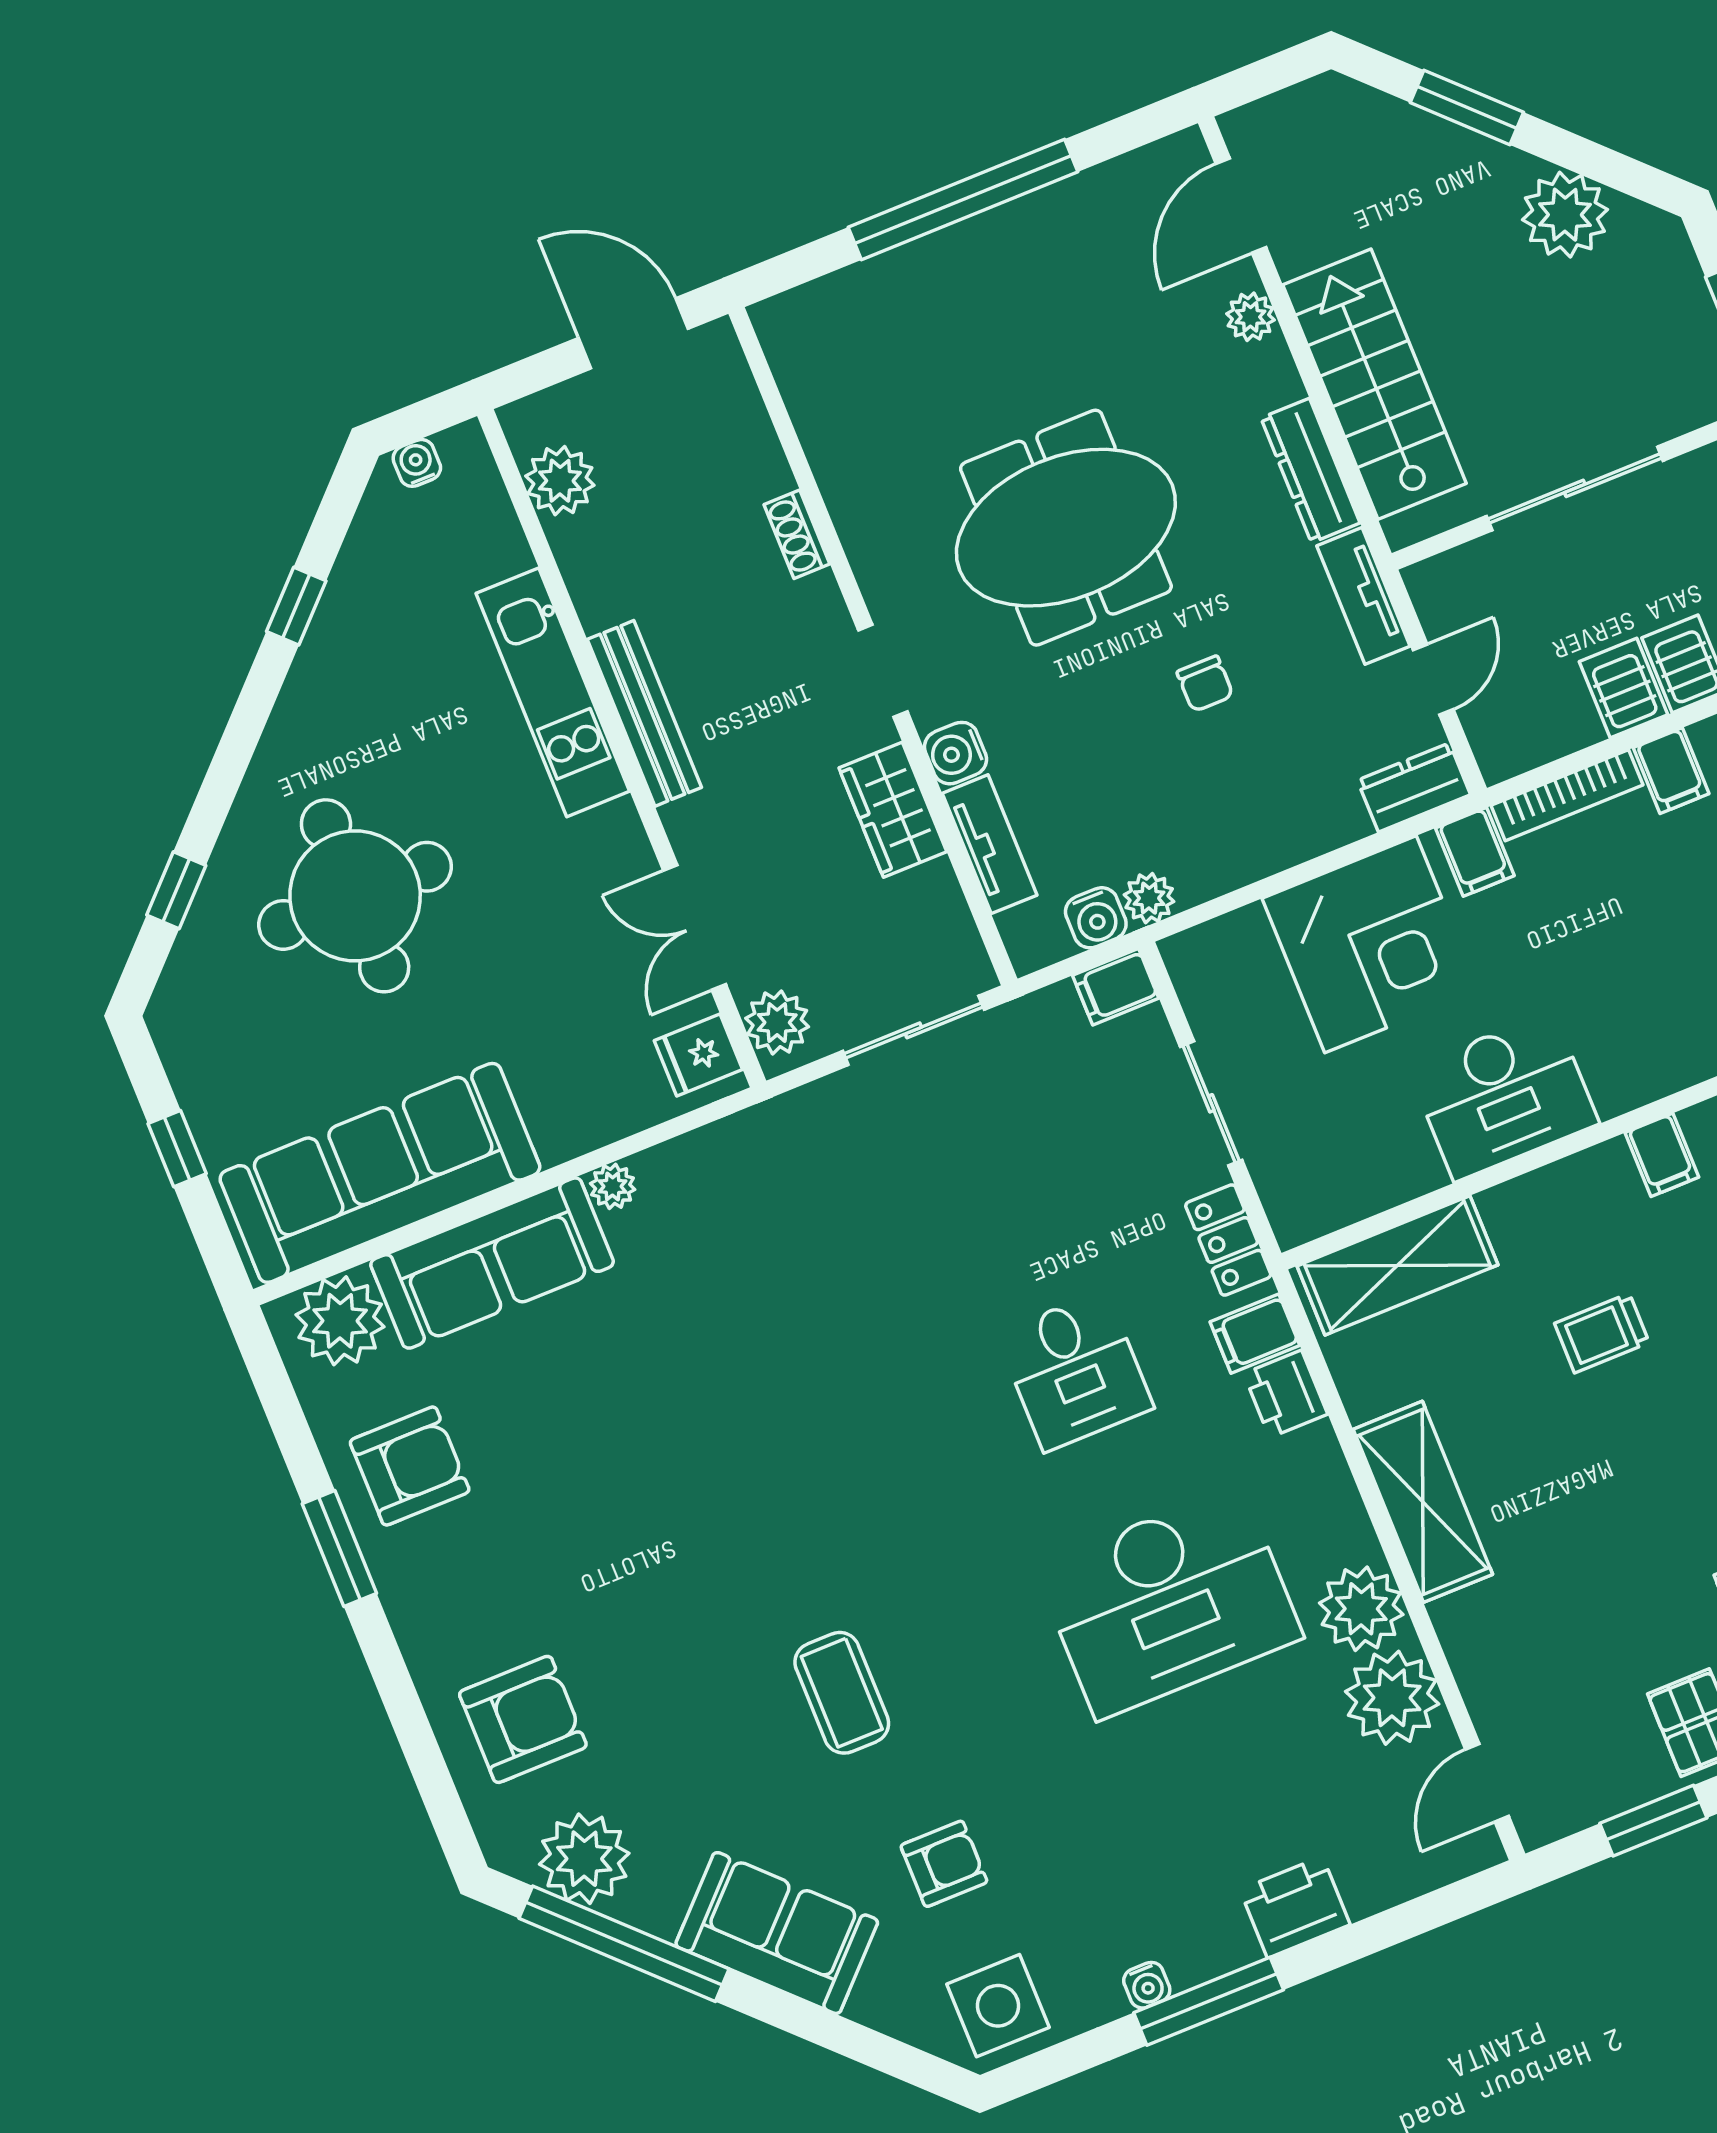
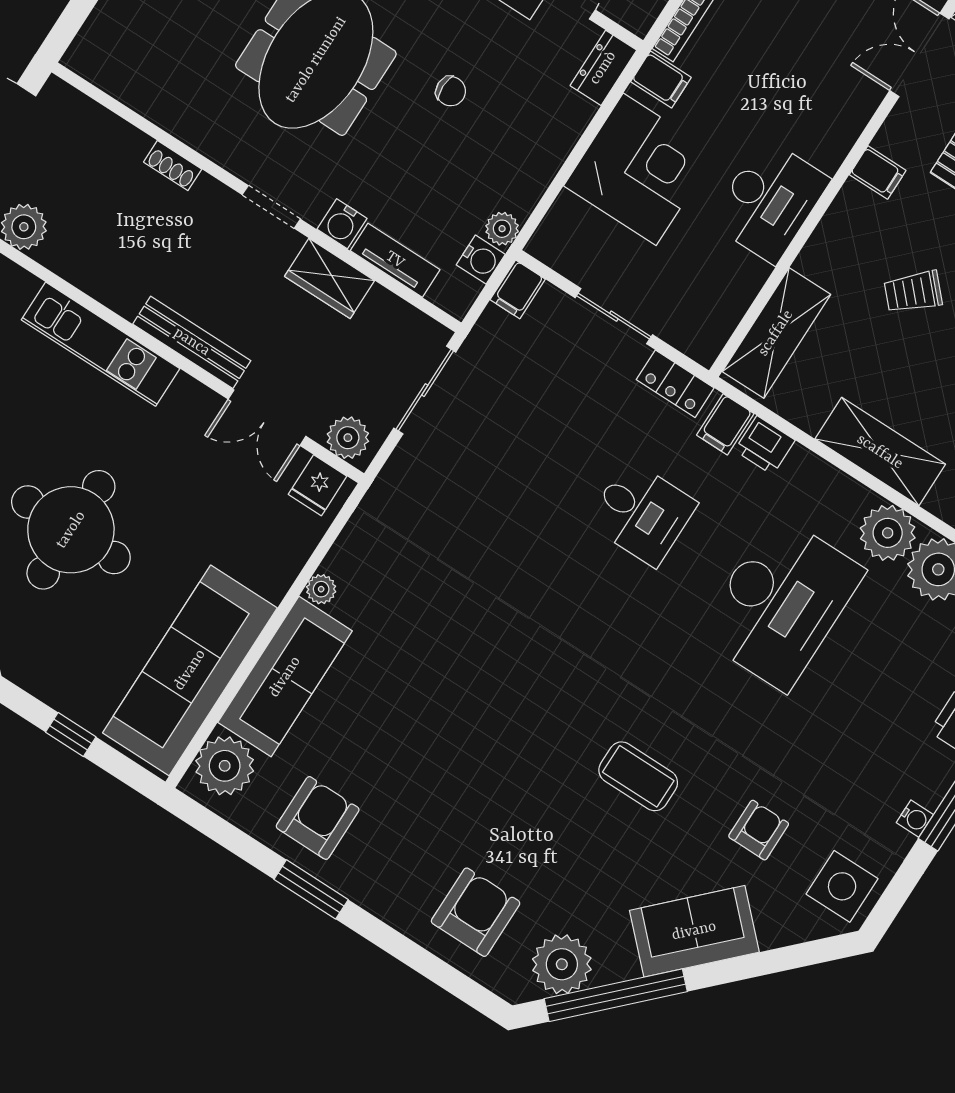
bench: (644, 713) -> (192, 342), moved
trolley: (1602, 1333) -> (913, 292), turned 47

